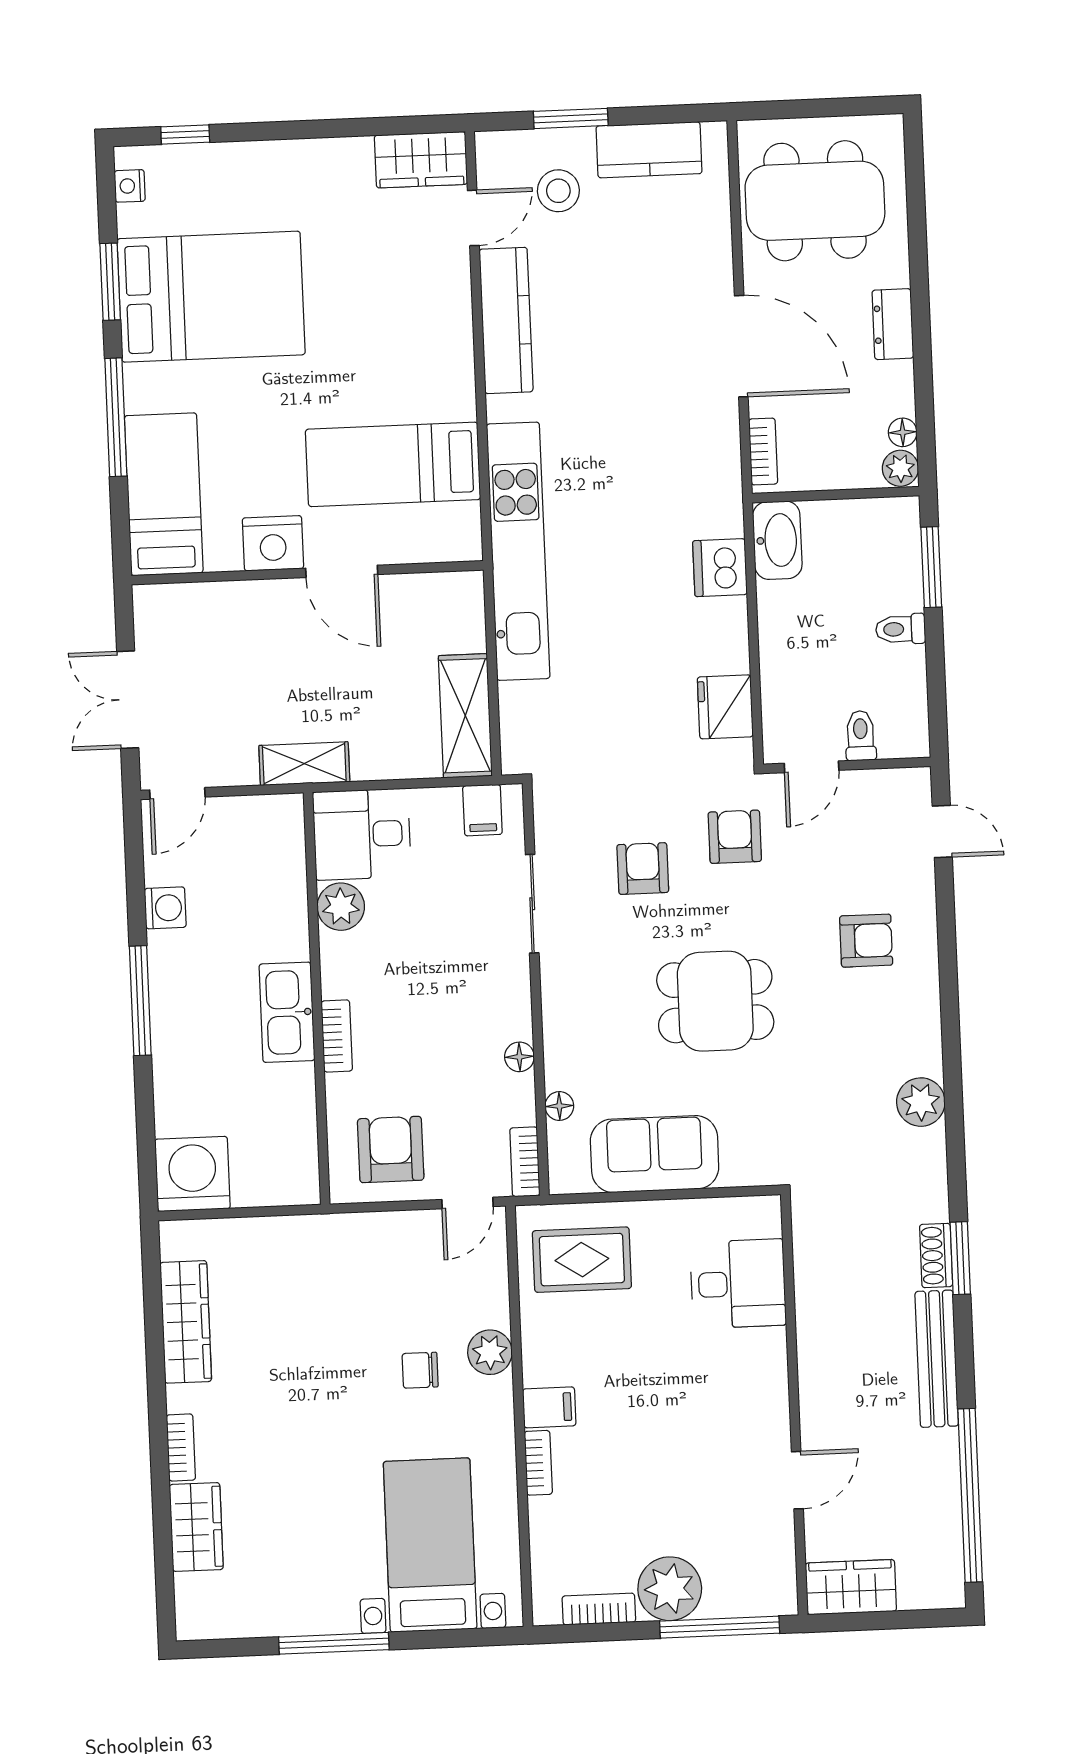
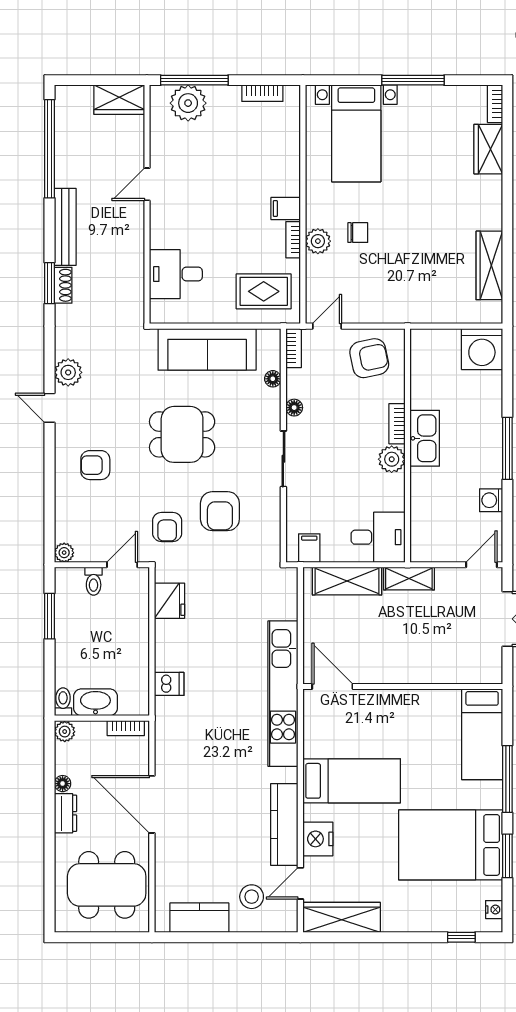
window: (571, 118) -> (243, 937), removed
wardrobe: (421, 160) -> (342, 917), width x1.50
floor lamp: (903, 432) -> (63, 784), moved
bookcase: (763, 451) -> (126, 728), moved, turned -90
bed: (393, 464) -> (352, 781), moved
washbasin: (777, 540) -> (95, 702), moved, turned 90
nightstand: (273, 543) -> (318, 839), moved, turned -90
window: (931, 567) -> (50, 616), moved
dishwasher: (720, 568) -> (169, 684), width x0.73
door: (342, 571) -> (332, 686), moved
toilet: (901, 629) -> (63, 702), moved, turned -90
shelving: (465, 716) -> (347, 581), moved, turned 90
plant: (915, 784) -> (64, 553), added
door: (942, 831) -> (50, 408), moved
armchair: (643, 869) -> (220, 511), width x1.38, depth x1.38
sliding door: (532, 904) -> (283, 459), moved
plant: (341, 907) -> (392, 459), moved
armchair: (391, 1149) -> (369, 358), turned -102
sofa: (655, 1154) -> (207, 349), width x1.36
bookcase: (181, 1447) -> (495, 104), moved
bookcase: (538, 1463) -> (293, 240), moved
door: (797, 1480) -> (147, 184), moved
plant: (670, 1589) -> (188, 103), moved

